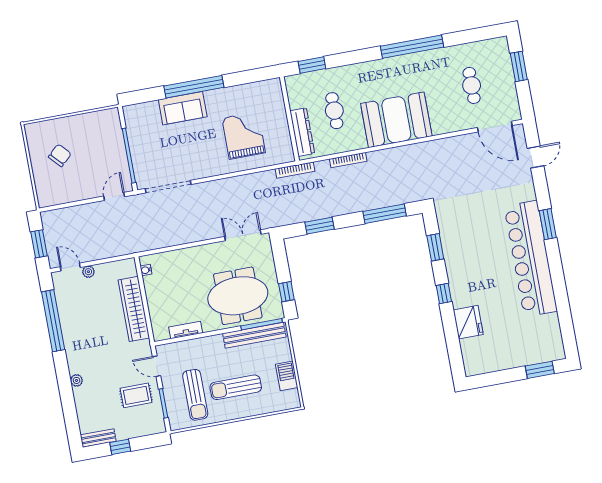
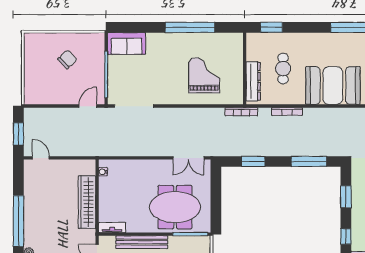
window: (194, 87) -> (190, 27), moved
sofa: (183, 108) -> (127, 43), moved
chair: (60, 155) -> (67, 59), moved
double door: (243, 235) -> (188, 158), swing flipped
plant: (88, 272) -> (55, 164), removed
window: (286, 292) -> (216, 211), removed
window: (53, 321) -> (18, 221), moved
tv unit: (186, 330) -> (112, 227), moved
bench: (254, 335) -> (142, 242), moved

